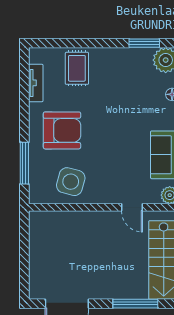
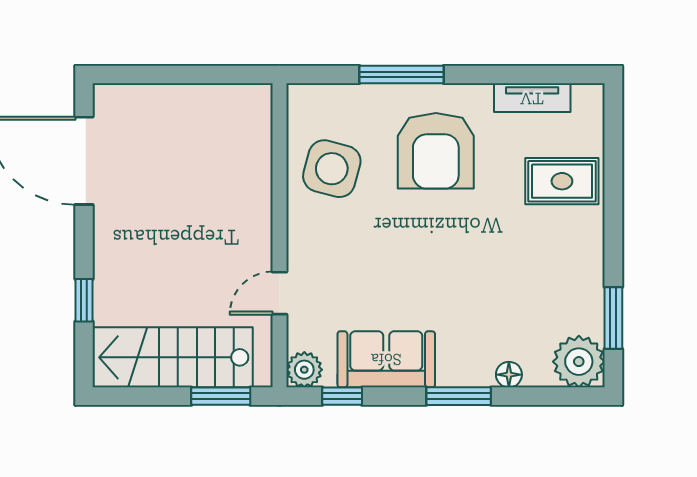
window: (24, 163) -> (402, 74), moved
window: (135, 304) -> (84, 300), width x0.46

